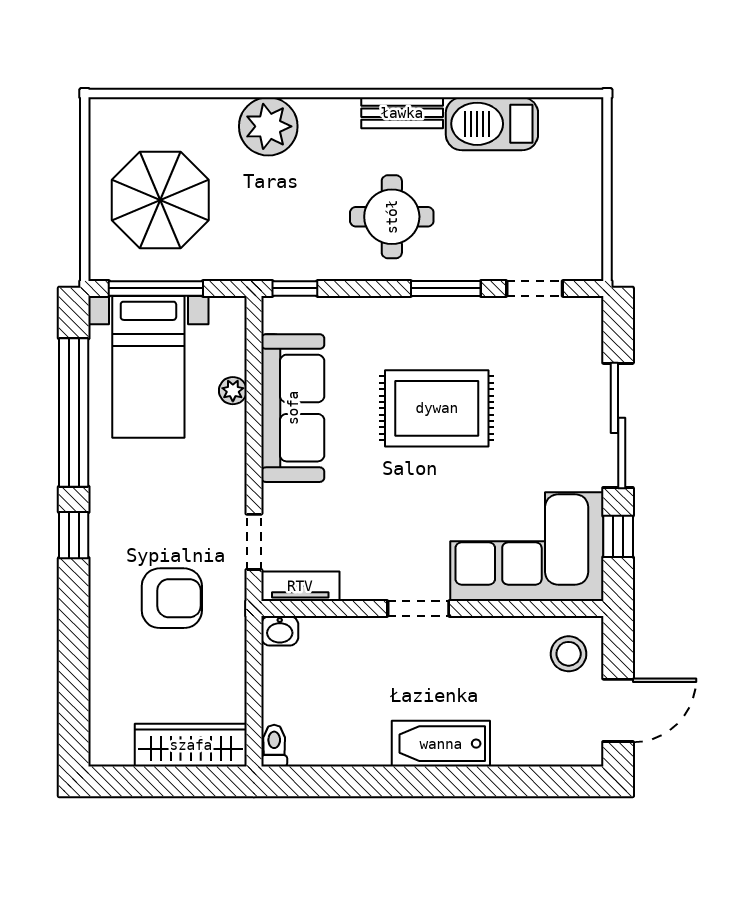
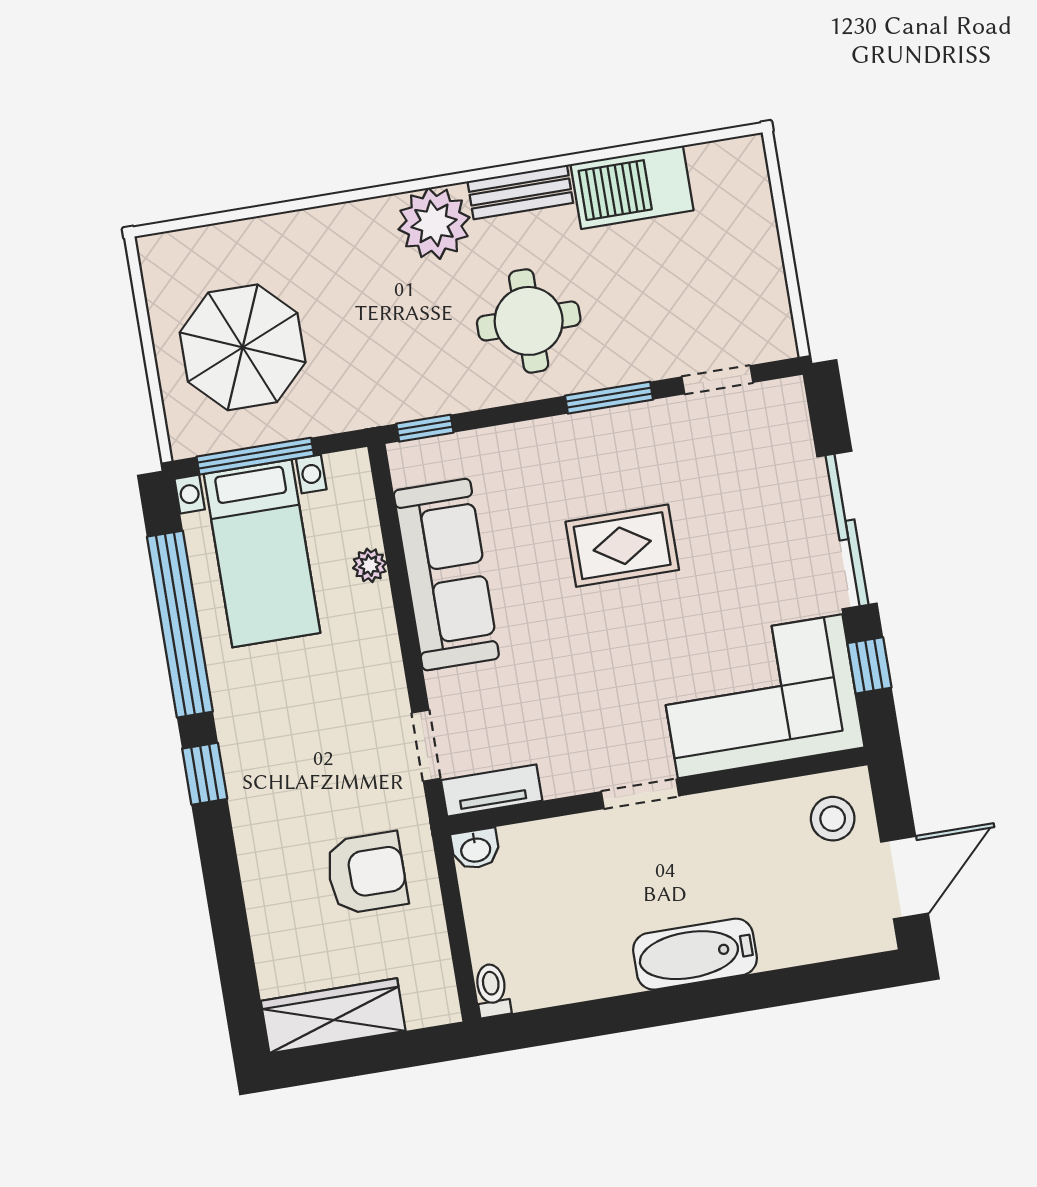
plant: (268, 126) -> (434, 223), moved
rug: (437, 408) -> (622, 546), width x0.73, depth x0.70
armchair: (172, 598) -> (366, 873), moved
wardrobe: (191, 745) -> (333, 1016), moved

